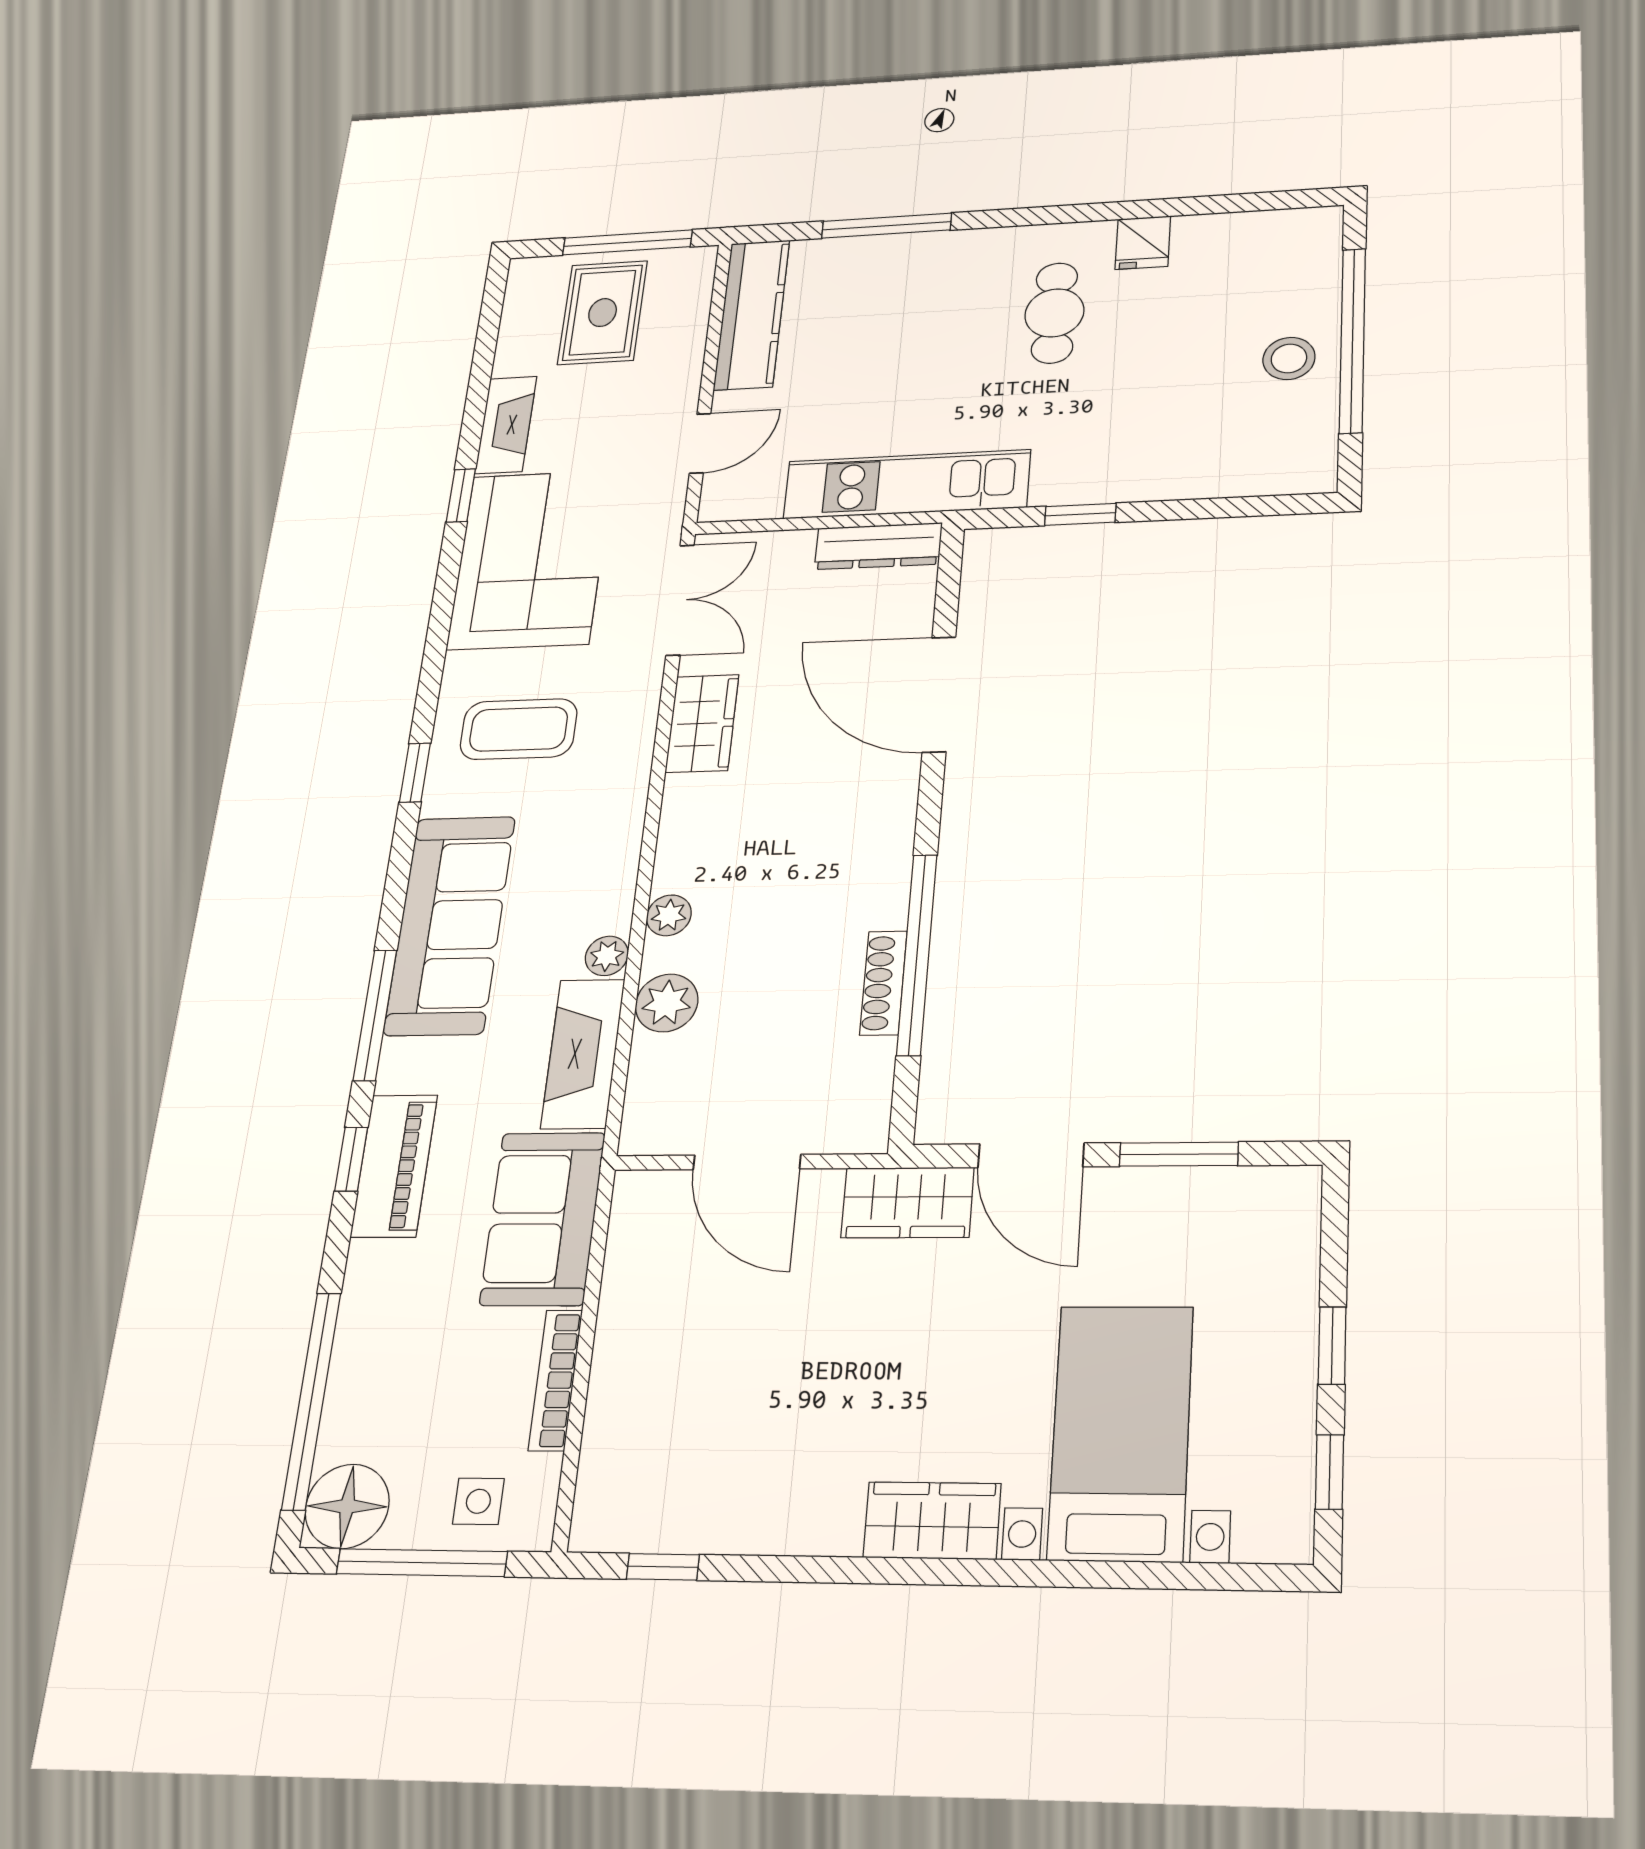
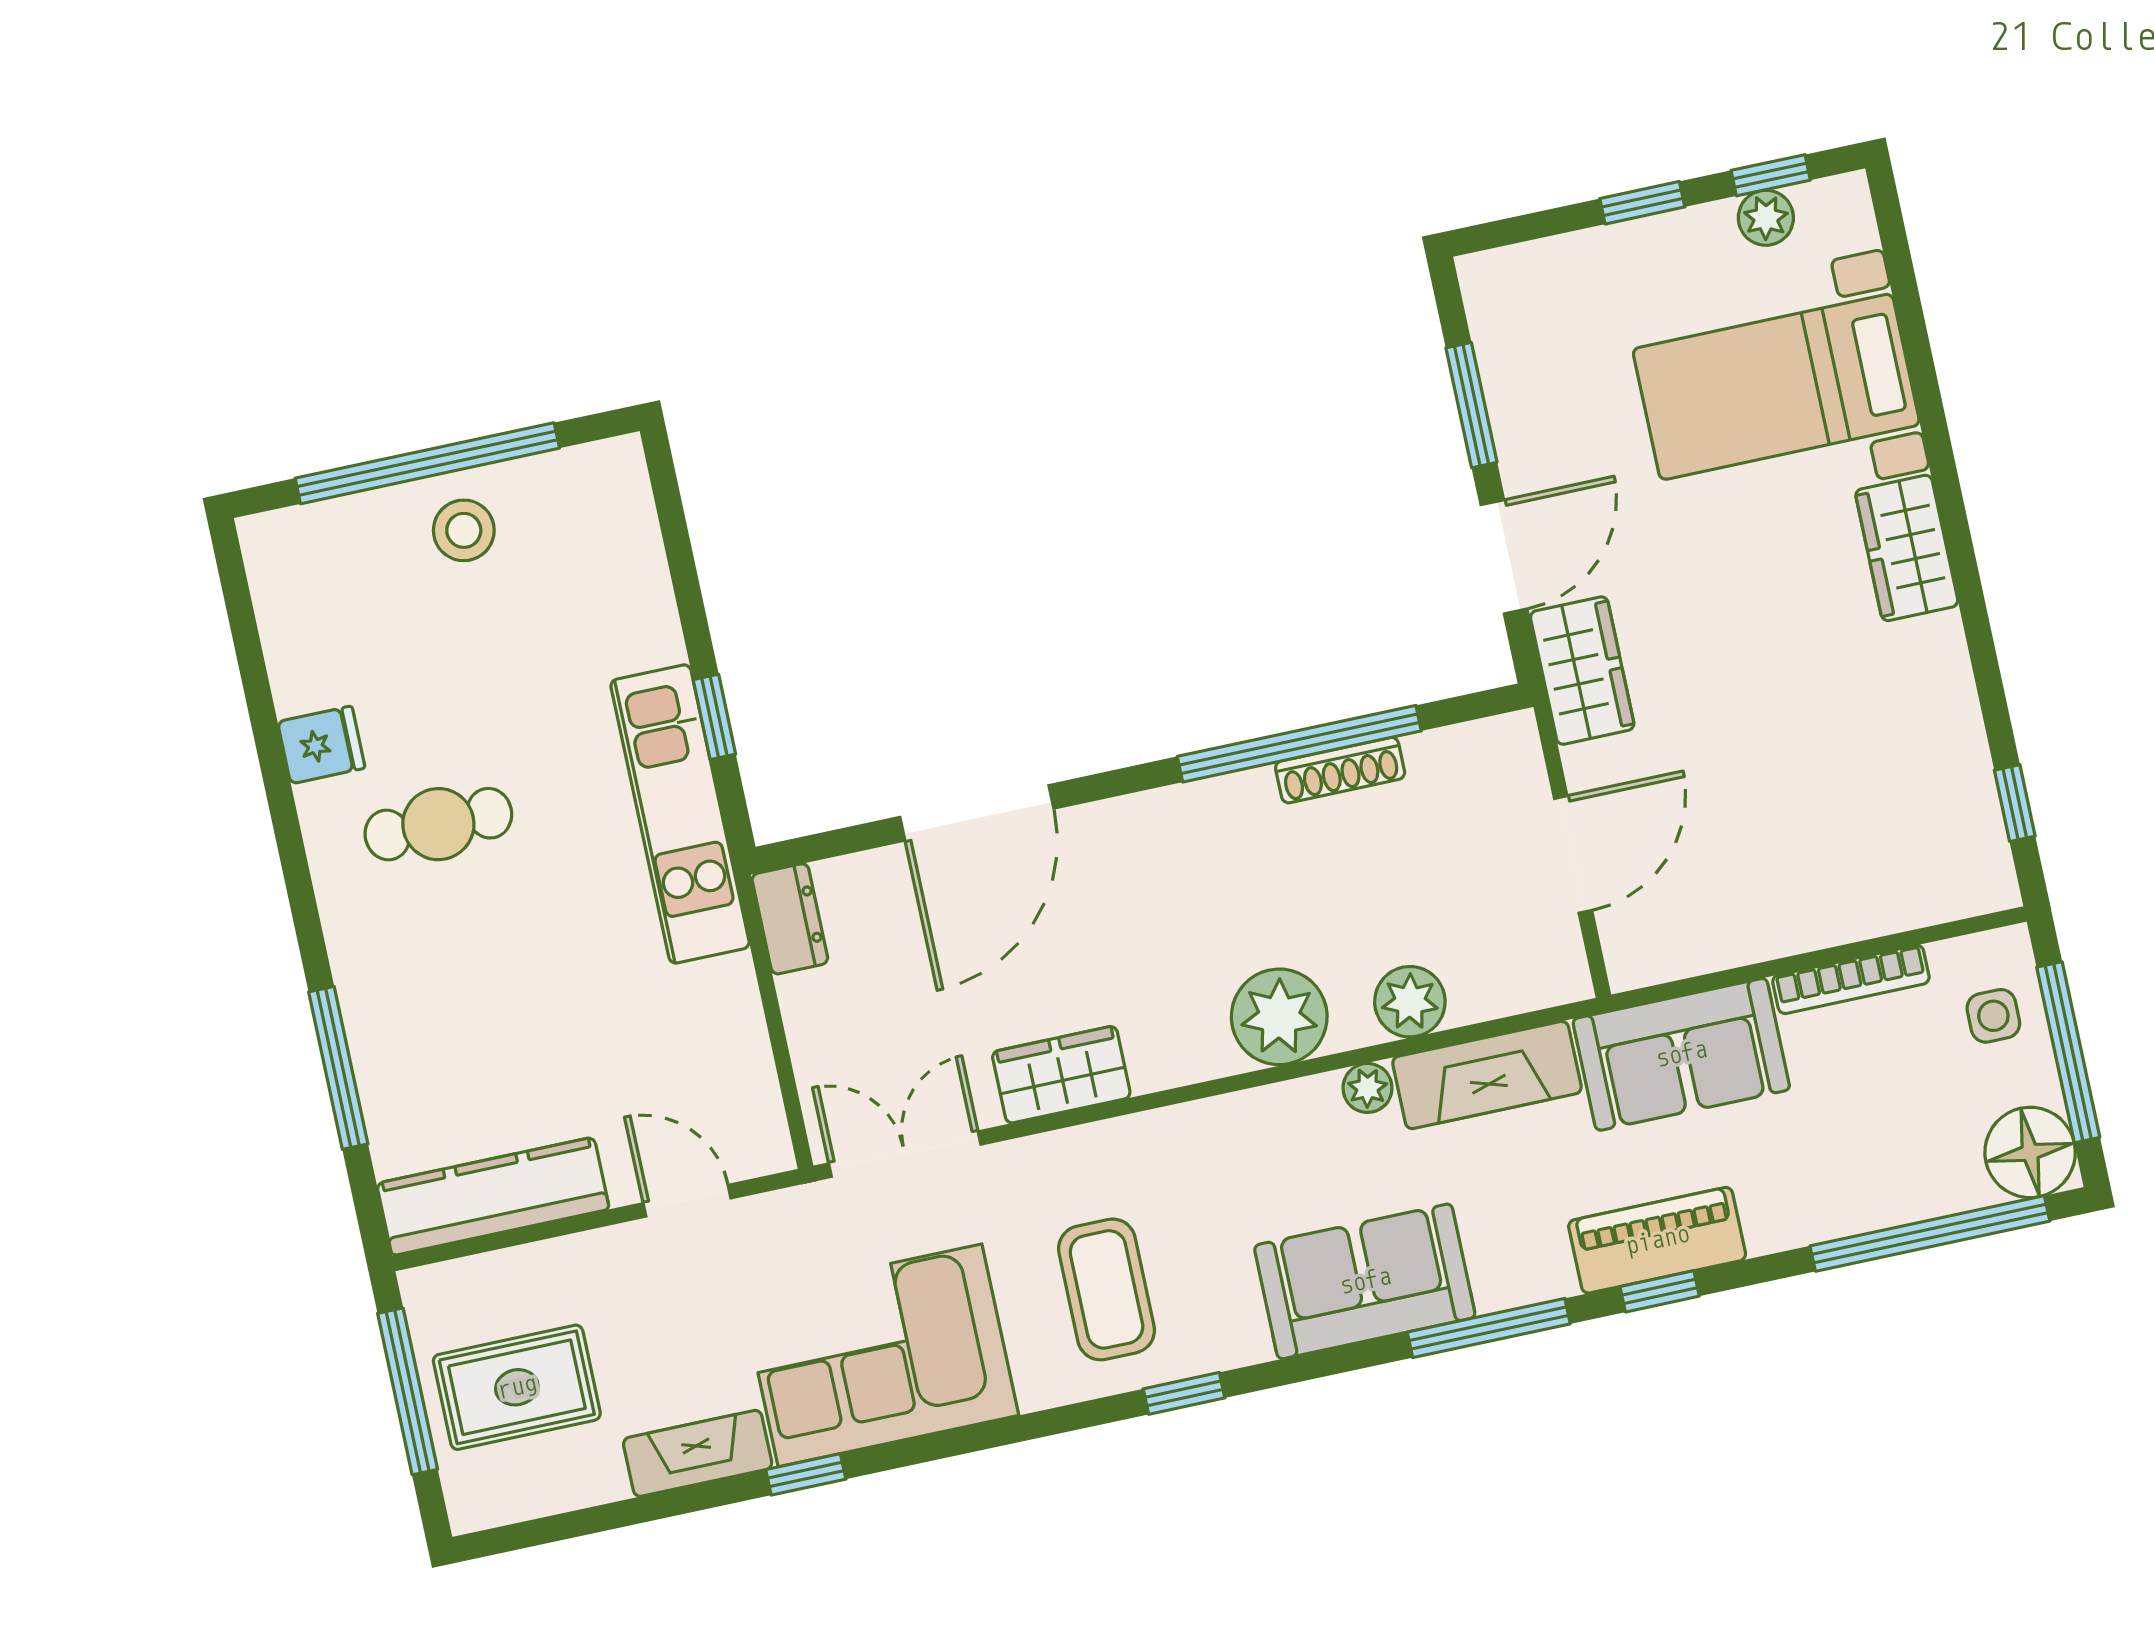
kitchen unit: (907, 484) -> (680, 814), moved
dresser: (878, 546) -> (790, 919), width x0.70
plant: (669, 915) -> (1279, 1017), width x1.87, depth x1.87
sofa: (450, 925) -> (1365, 1281), width x0.73
plant: (1288, 1458) -> (1766, 218), added

